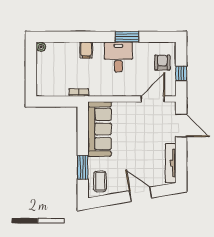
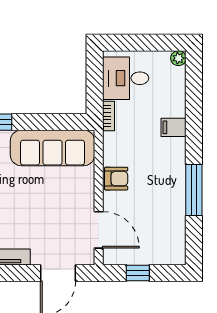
window: (127, 37) -> (194, 190), width x1.44
desk: (118, 57) -> (126, 78), moved, turned 180
armchair: (162, 63) -> (116, 179), moved

